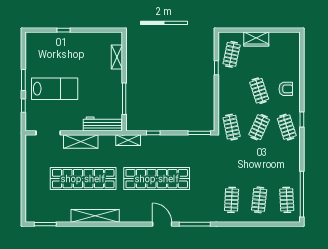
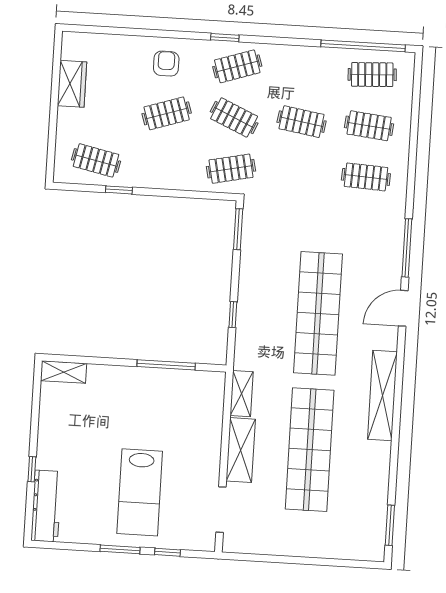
wardrobe: (256, 39) -> (72, 84), moved
shelving: (117, 57) -> (64, 372), moved
lab bench: (55, 89) -> (140, 492), turned 180
workbench: (102, 124) -> (46, 506), moved, turned 180
shelving: (128, 140) -> (242, 394), moved
clothes rail: (259, 163) -> (302, 122), added
shelving: (95, 216) -> (382, 396), moved

